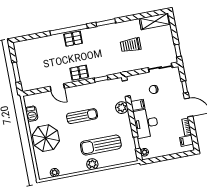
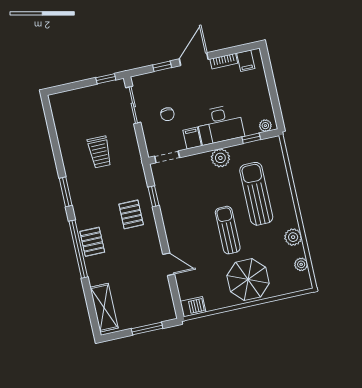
shelving: (155, 21) -> (104, 308), moved
pallet: (79, 73) -> (131, 214), moved
door: (57, 87) -> (169, 264), hinge flipped
plant: (122, 108) -> (220, 158), moved
barbecue: (32, 114) -> (193, 307), moved
sun lounger: (82, 116) -> (228, 230), moved
sun lounger: (101, 145) -> (256, 194), turned 180
plant: (92, 164) -> (293, 237), moved

